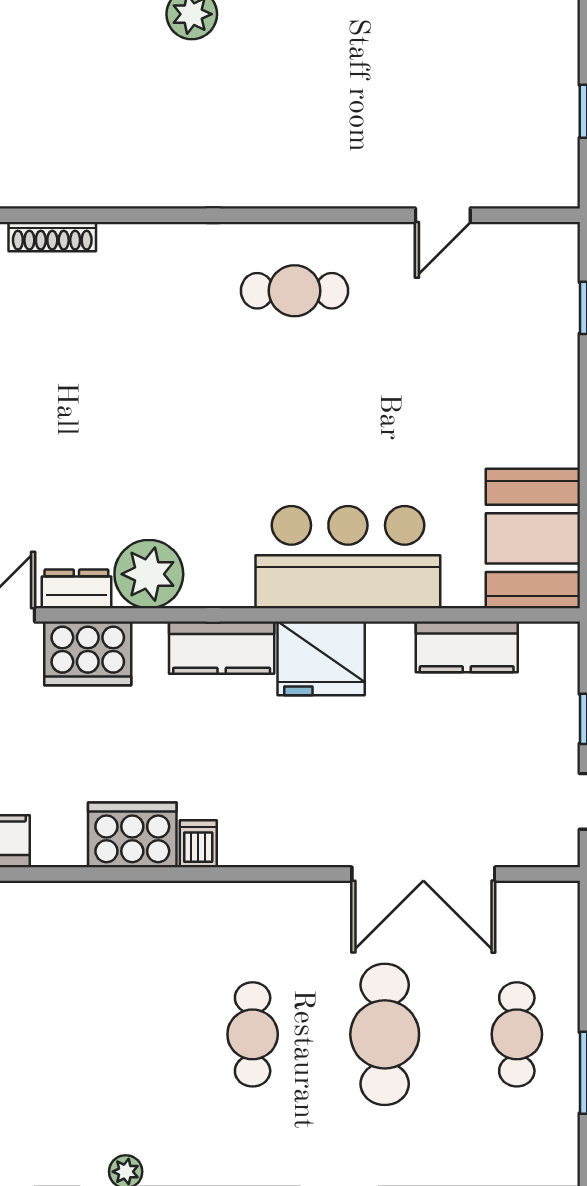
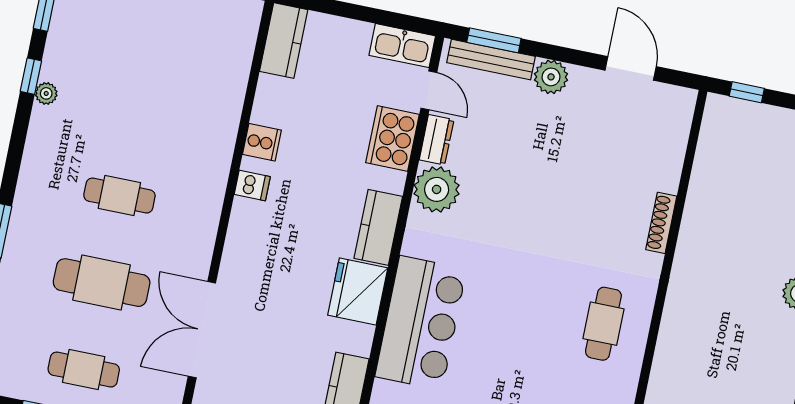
shoe rack: (52, 237) -> (661, 223), moved
cooker: (132, 835) -> (262, 142), width x0.53, depth x0.76

